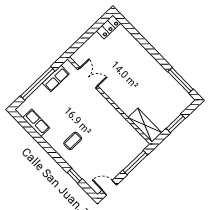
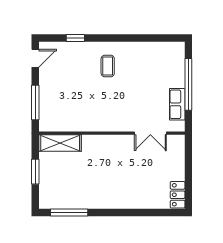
row of seats: (36, 123) -> (155, 49), removed

